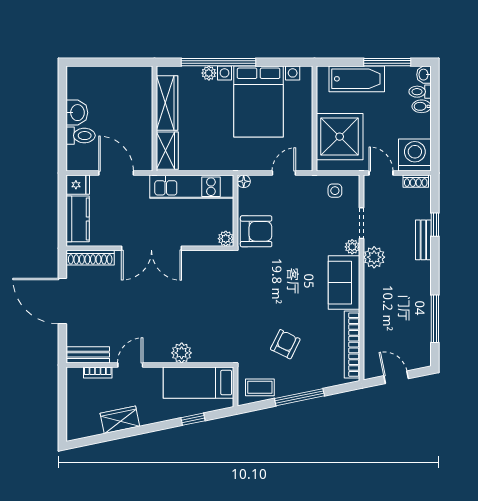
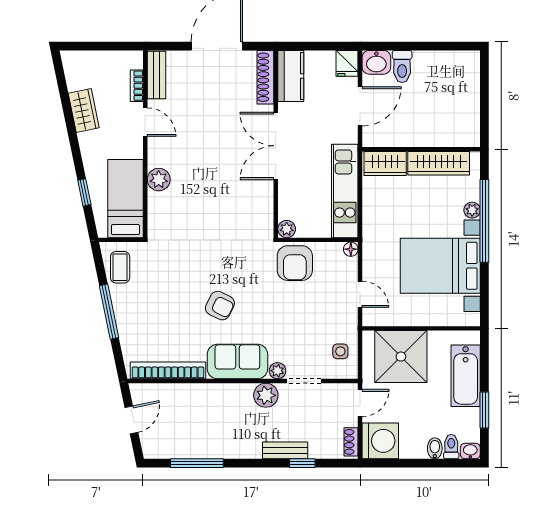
window: (387, 62) -> (484, 410), width x0.69
washbasin: (77, 113) -> (376, 62), moved
kitchen counter: (78, 219) -> (291, 76), moved, turned -90
armchair: (285, 344) -> (220, 306), moved

